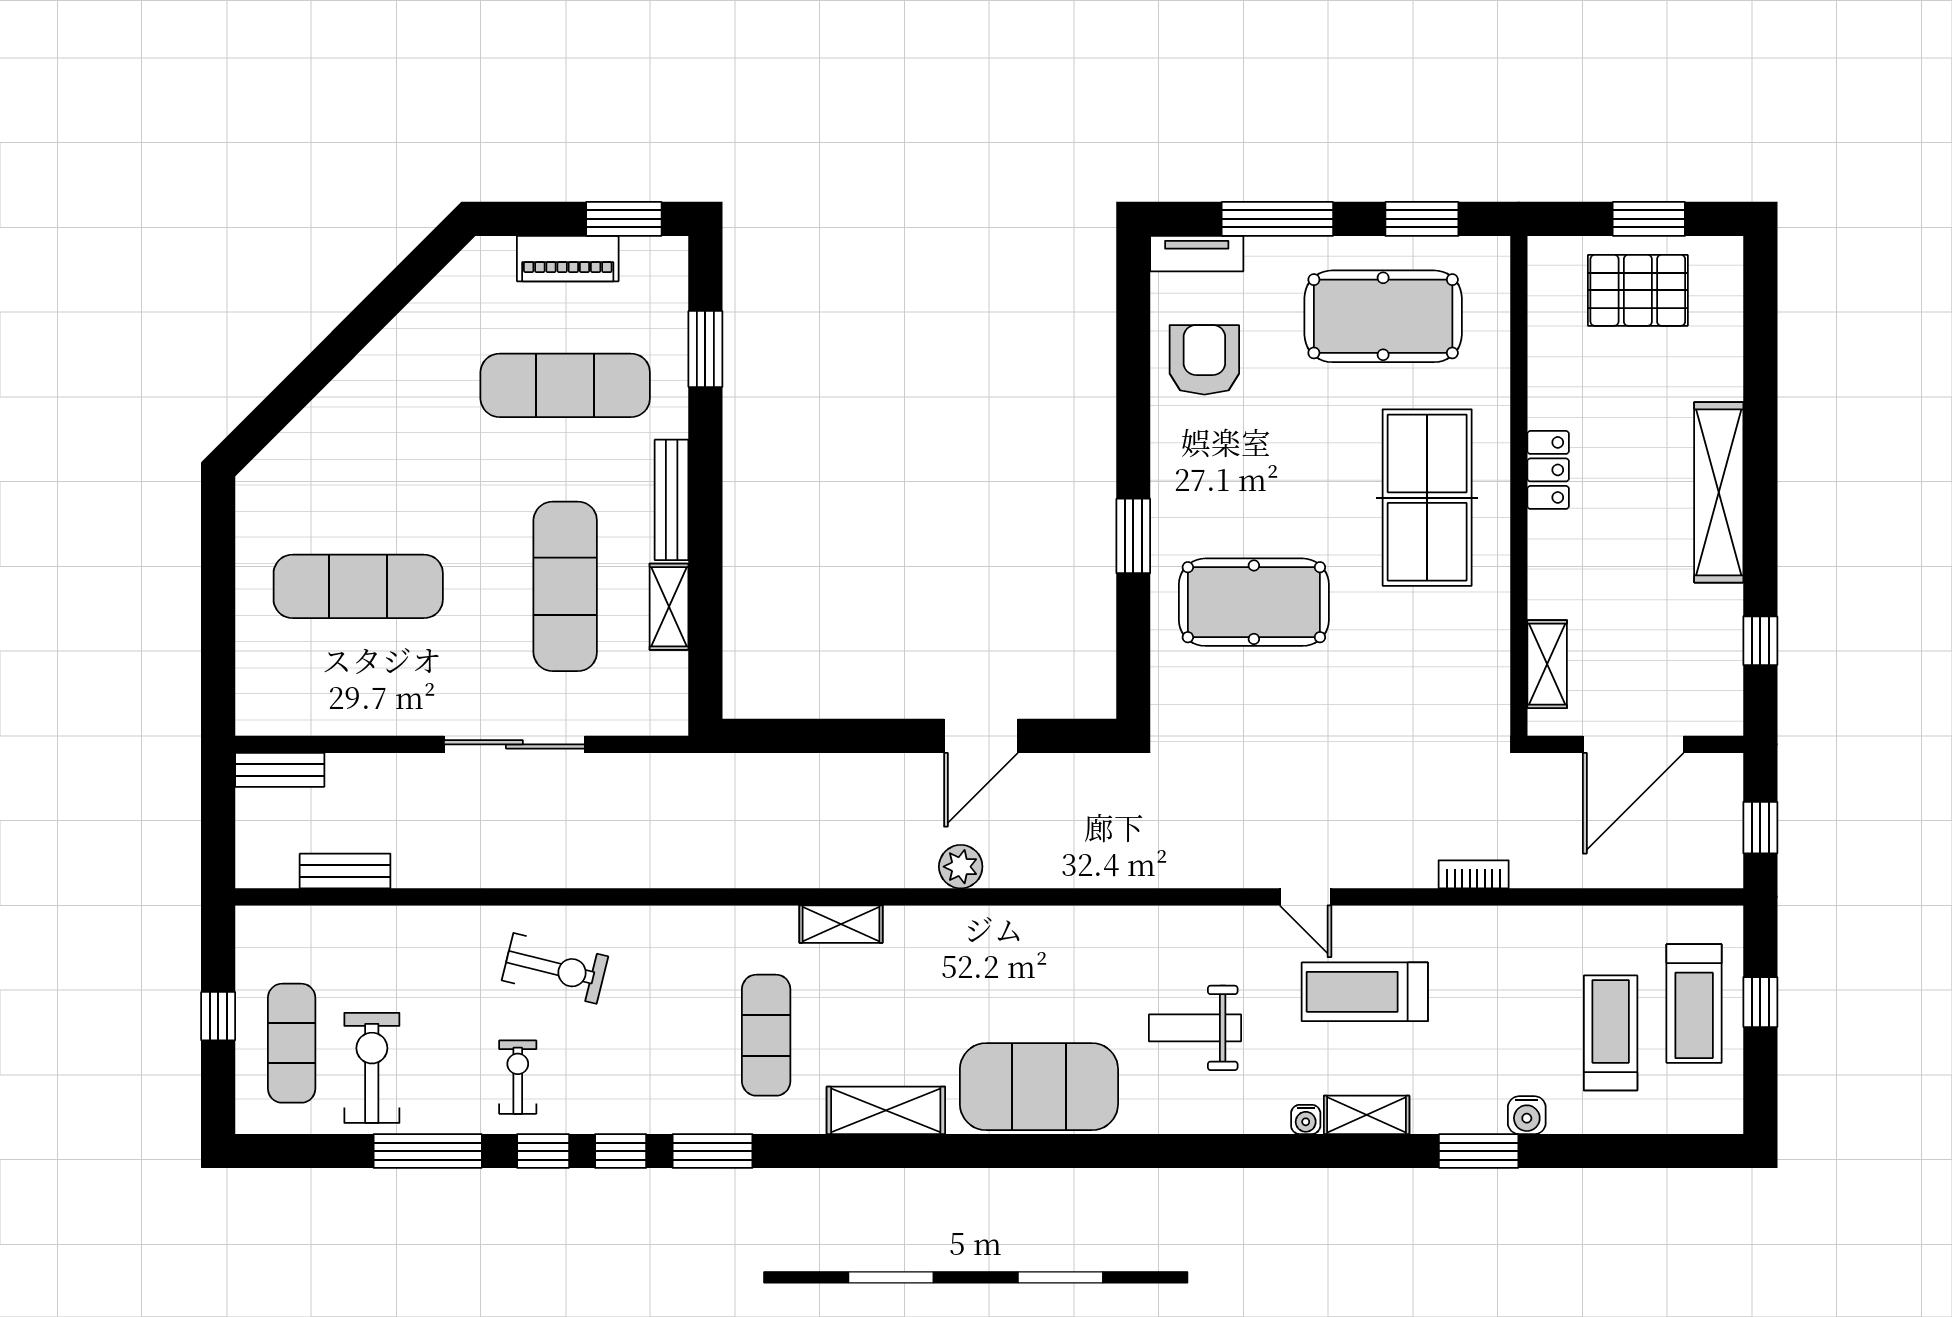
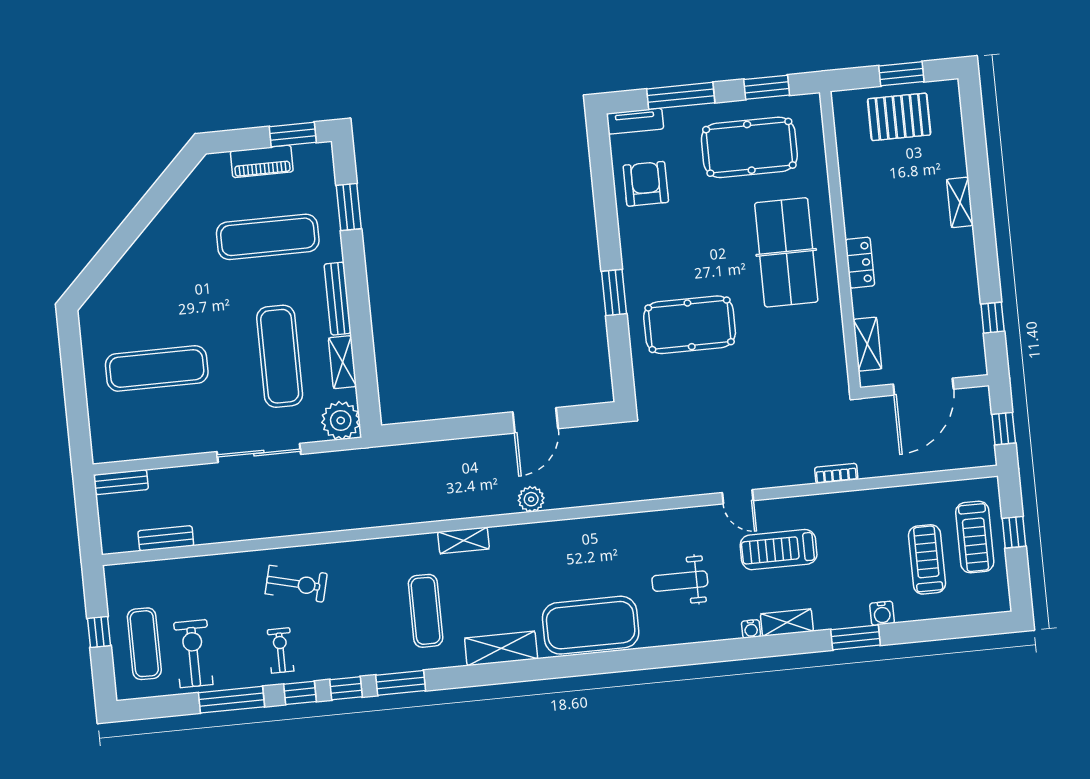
locker: (1548, 470) -> (860, 263), moved
shelving: (1719, 492) -> (960, 202), width x0.45, depth x0.75
plant: (656, 704) -> (341, 420), added

